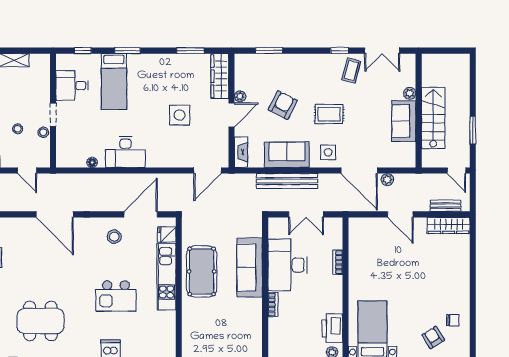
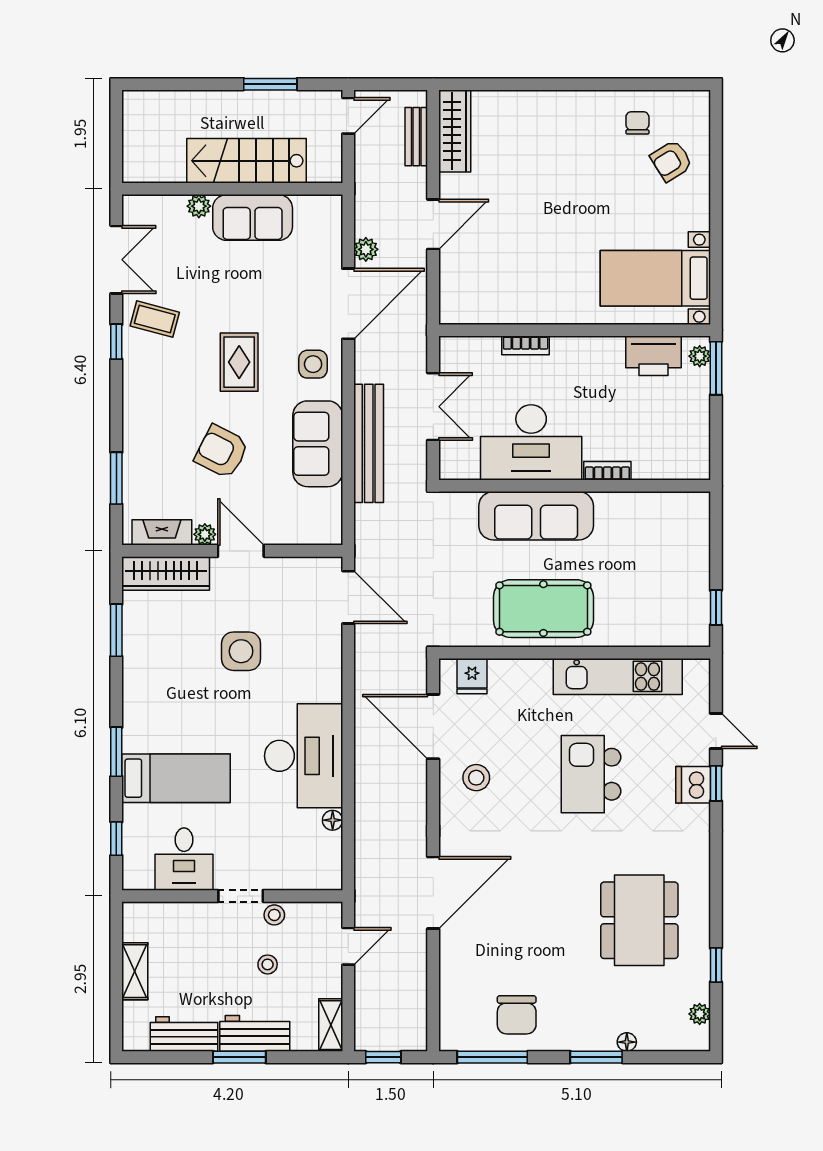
desk: (125, 152) -> (304, 756), width x1.36, depth x1.30
fireplace: (241, 152) -> (162, 532), moved
kitchen unit: (167, 277) -> (618, 676), moved
kitchen island: (116, 296) -> (591, 774), turned 180

